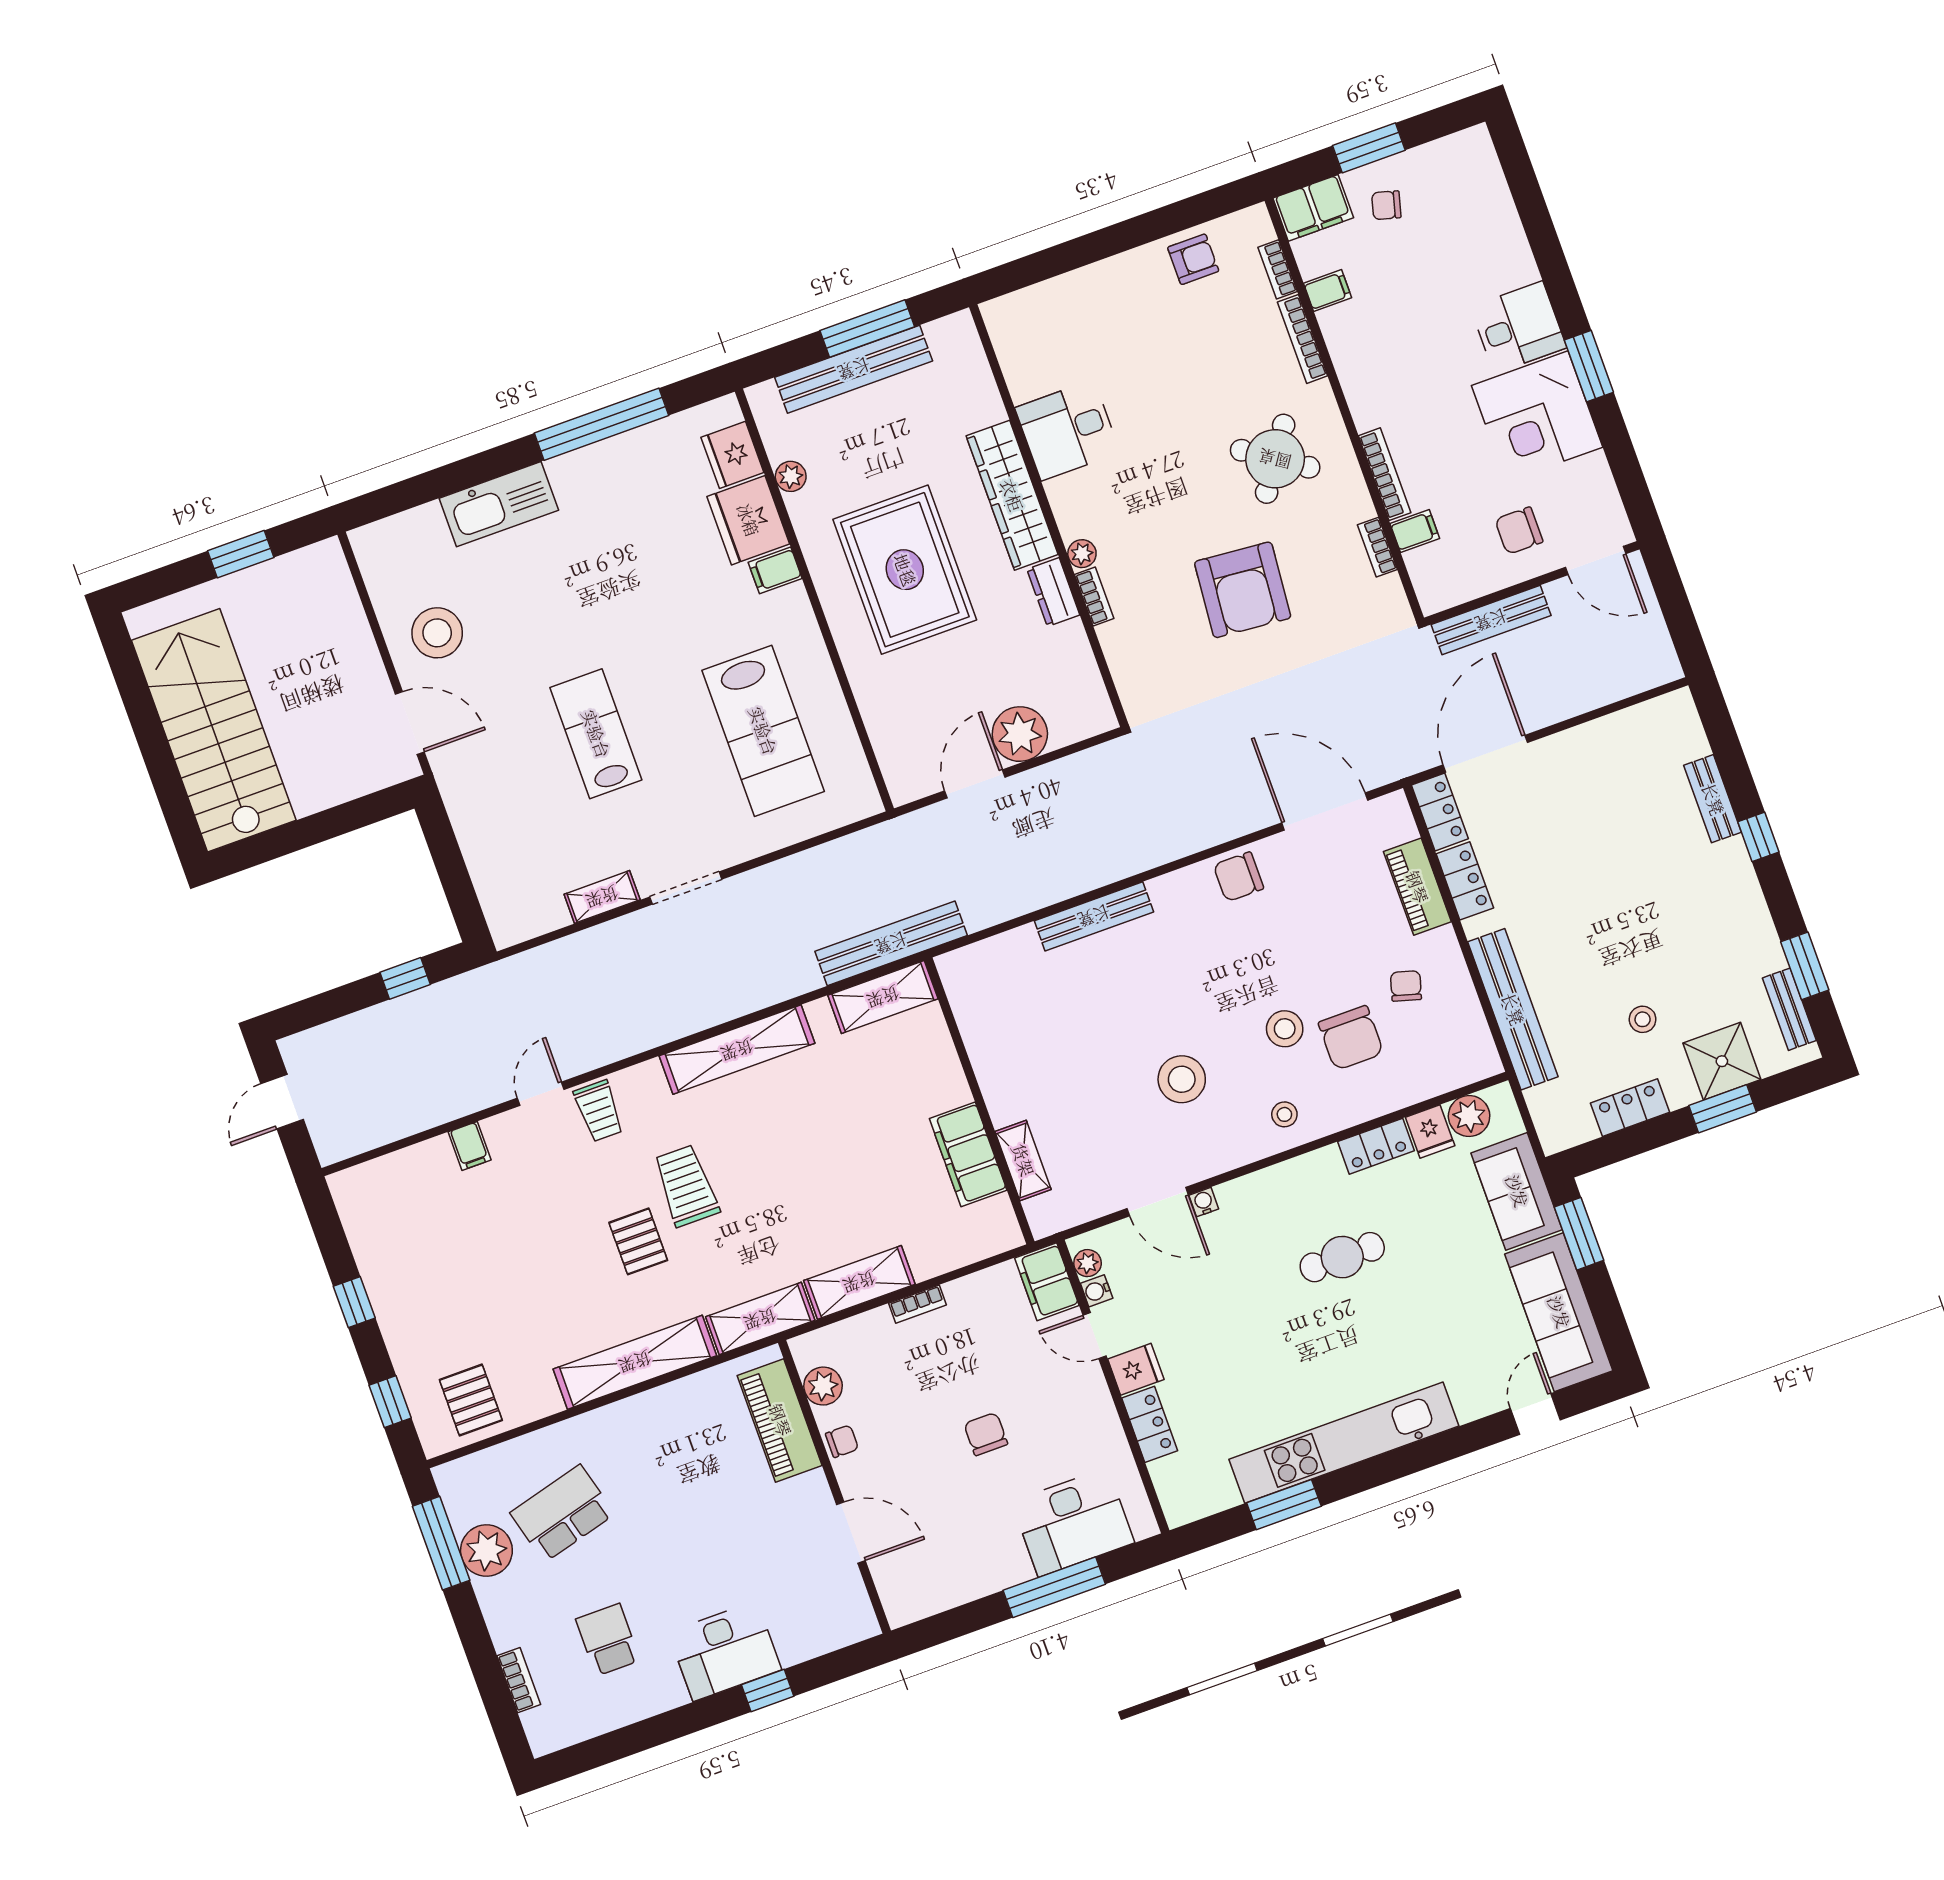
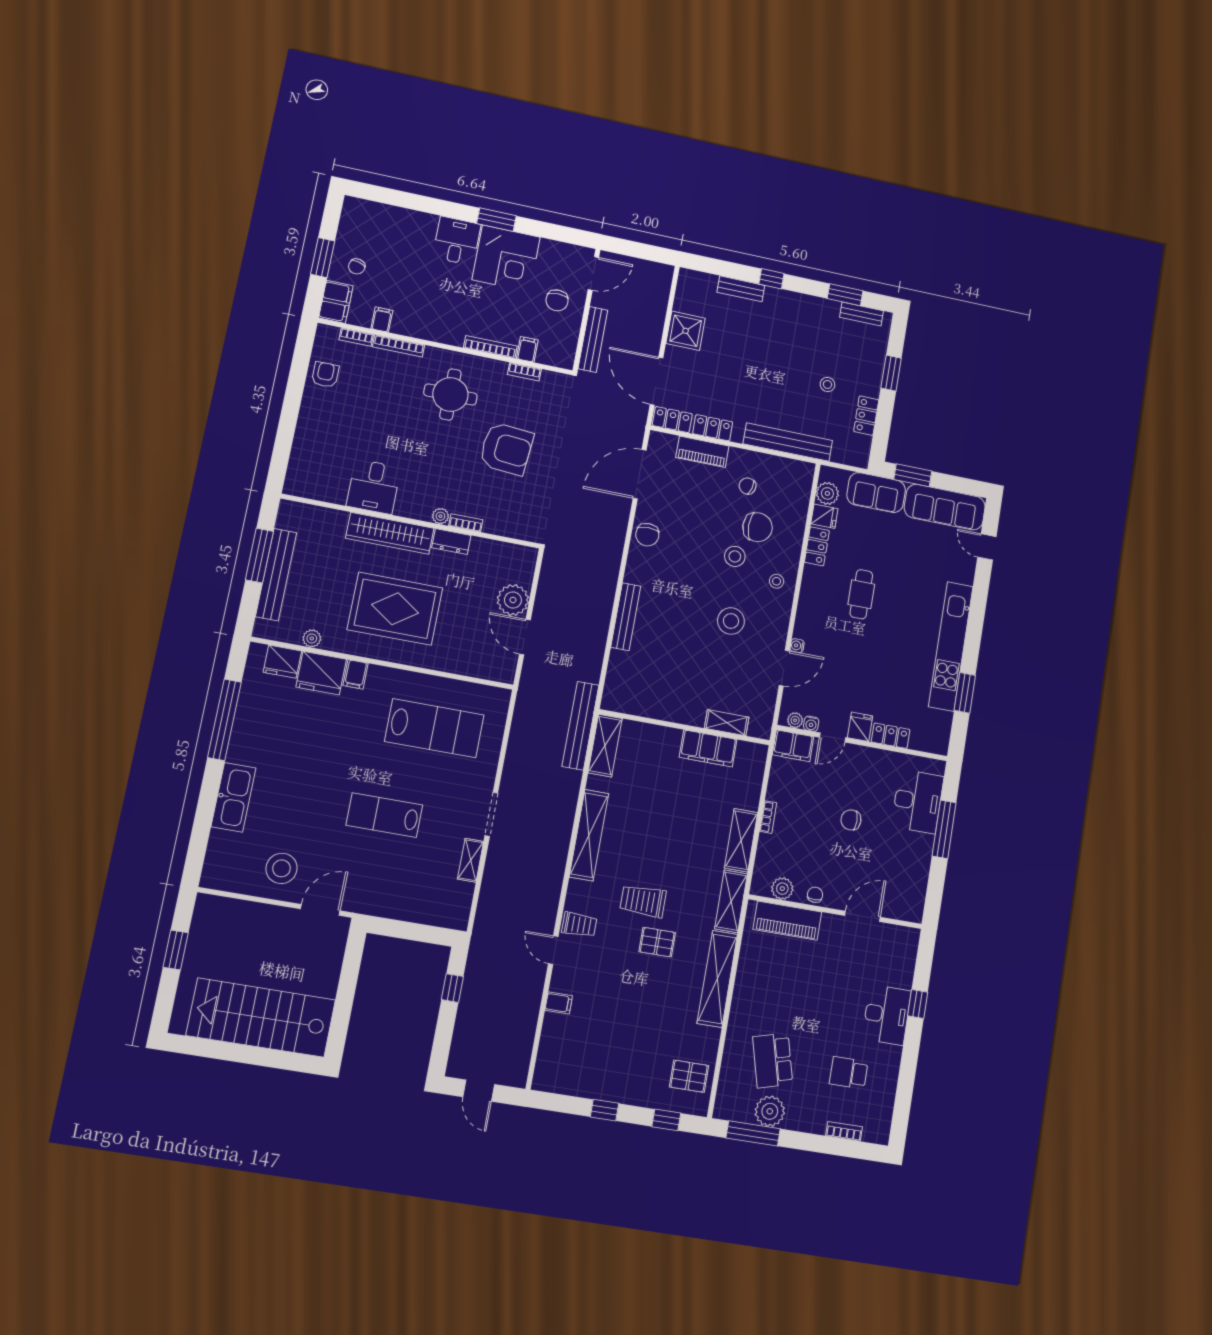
round table: (1275, 459) -> (450, 394), turned -34
shower: (1722, 1061) -> (686, 331), moved

